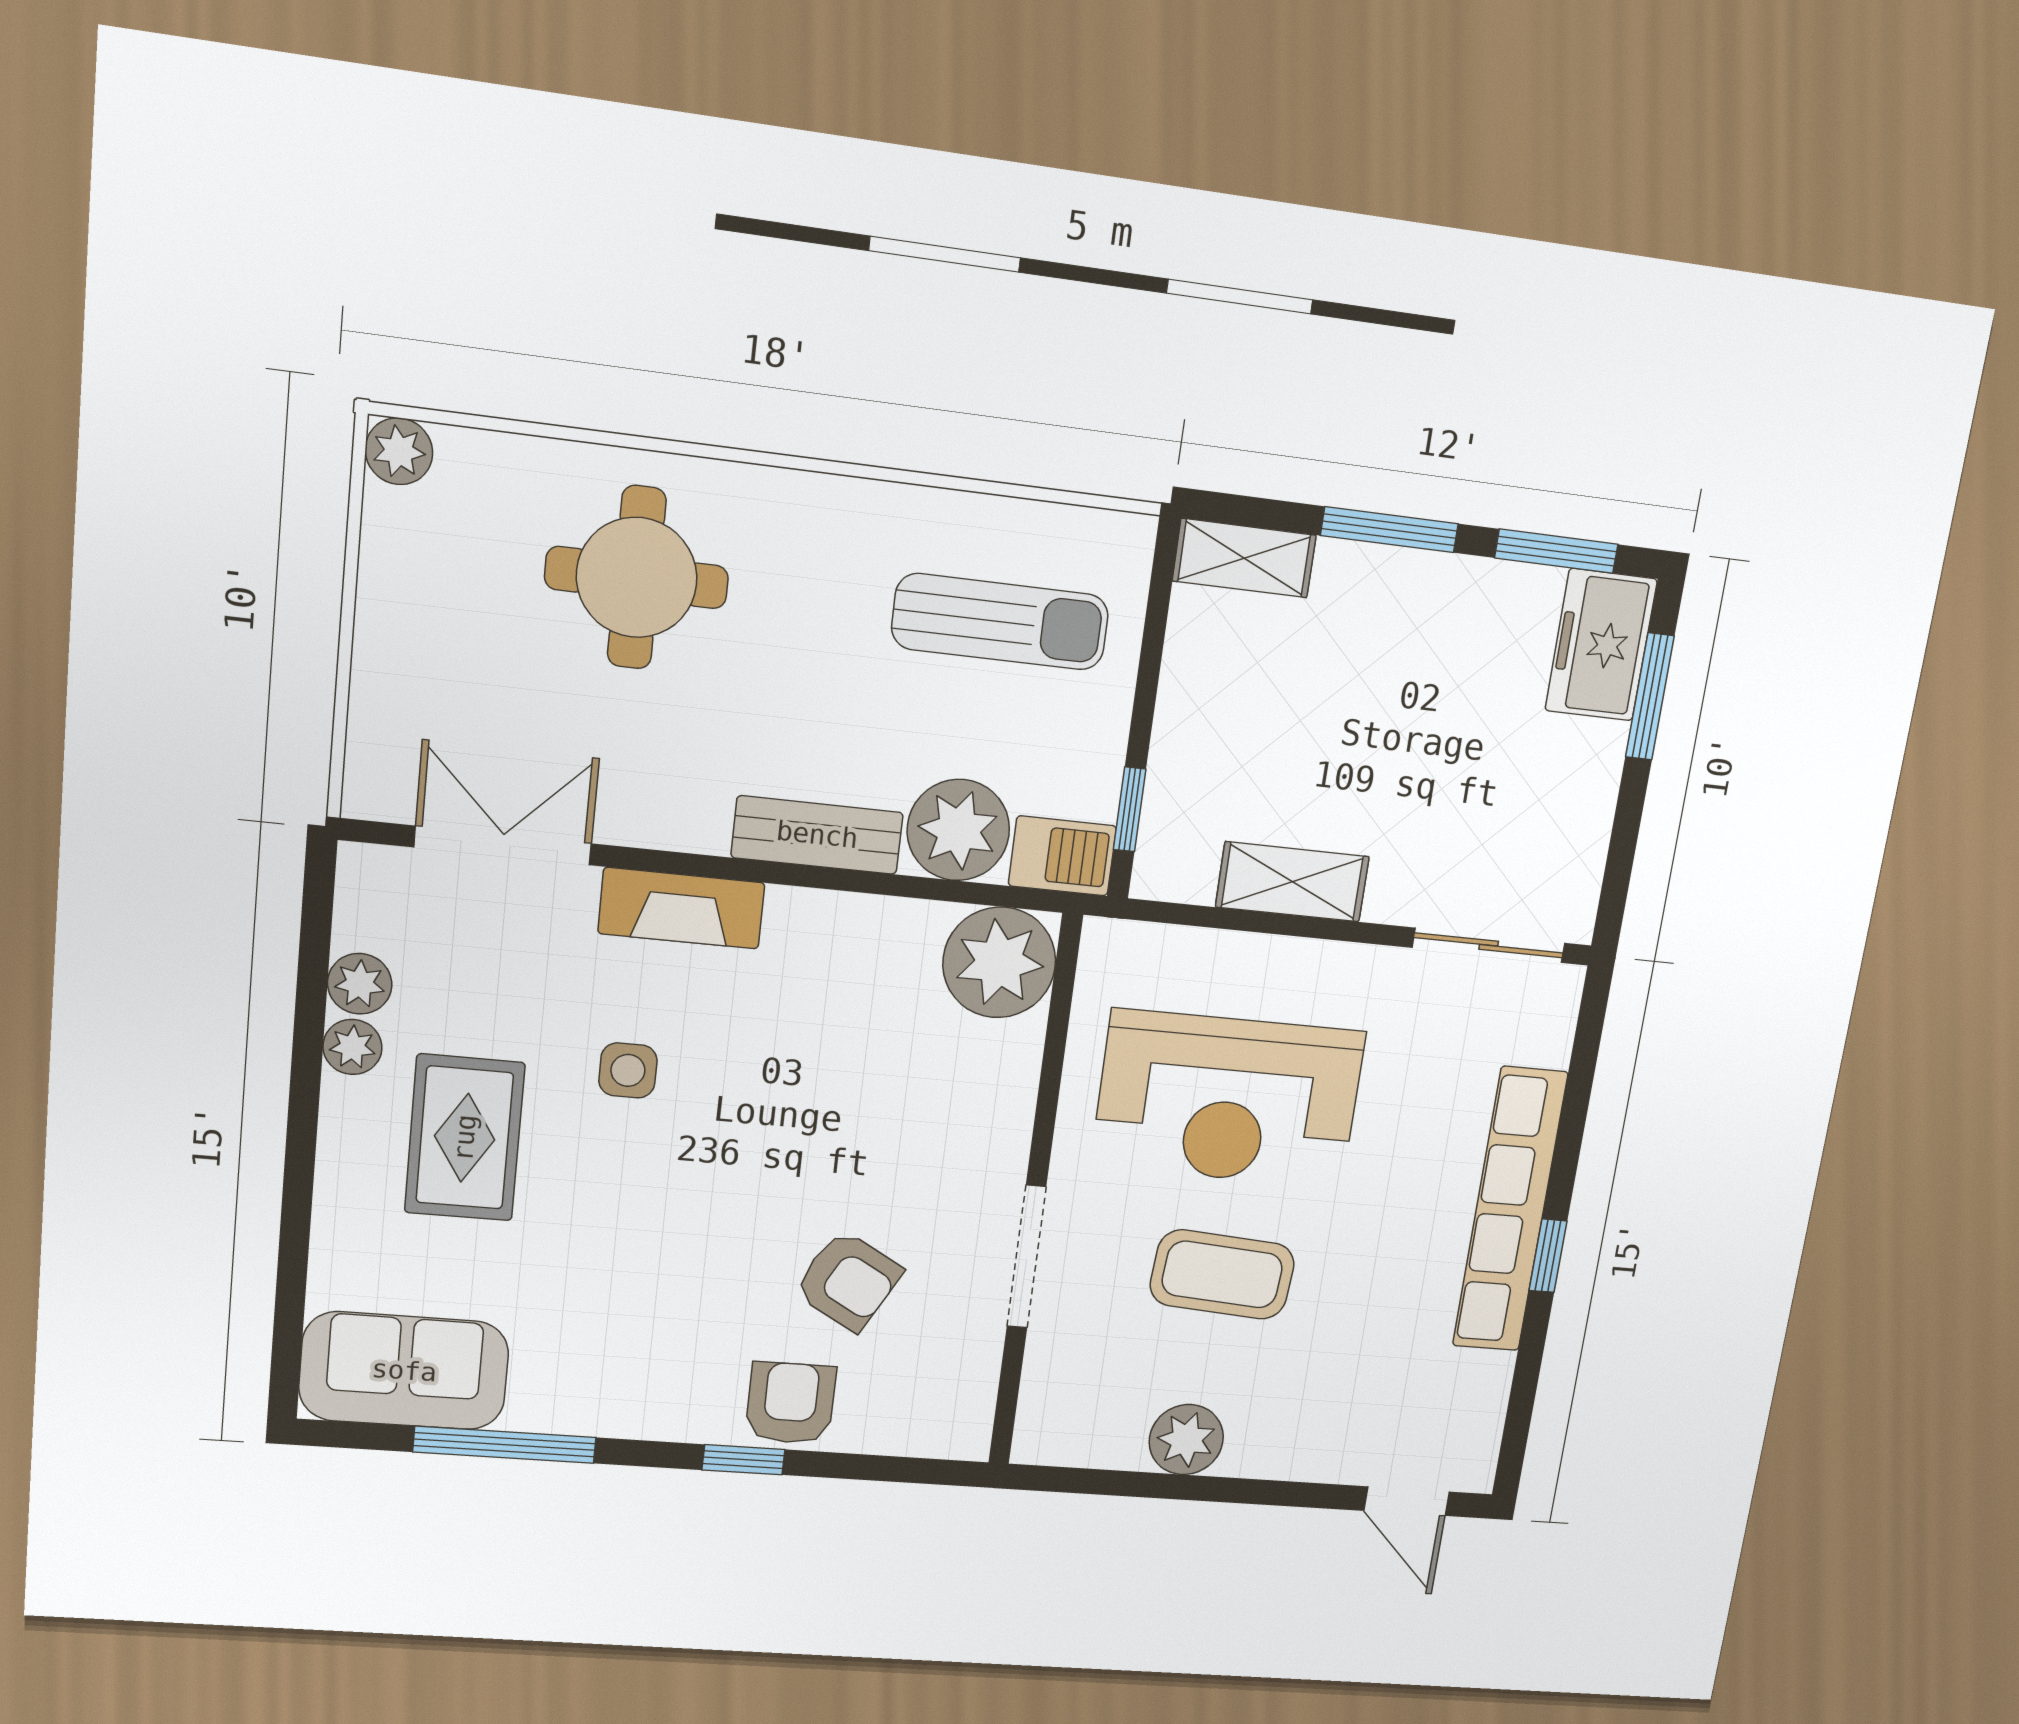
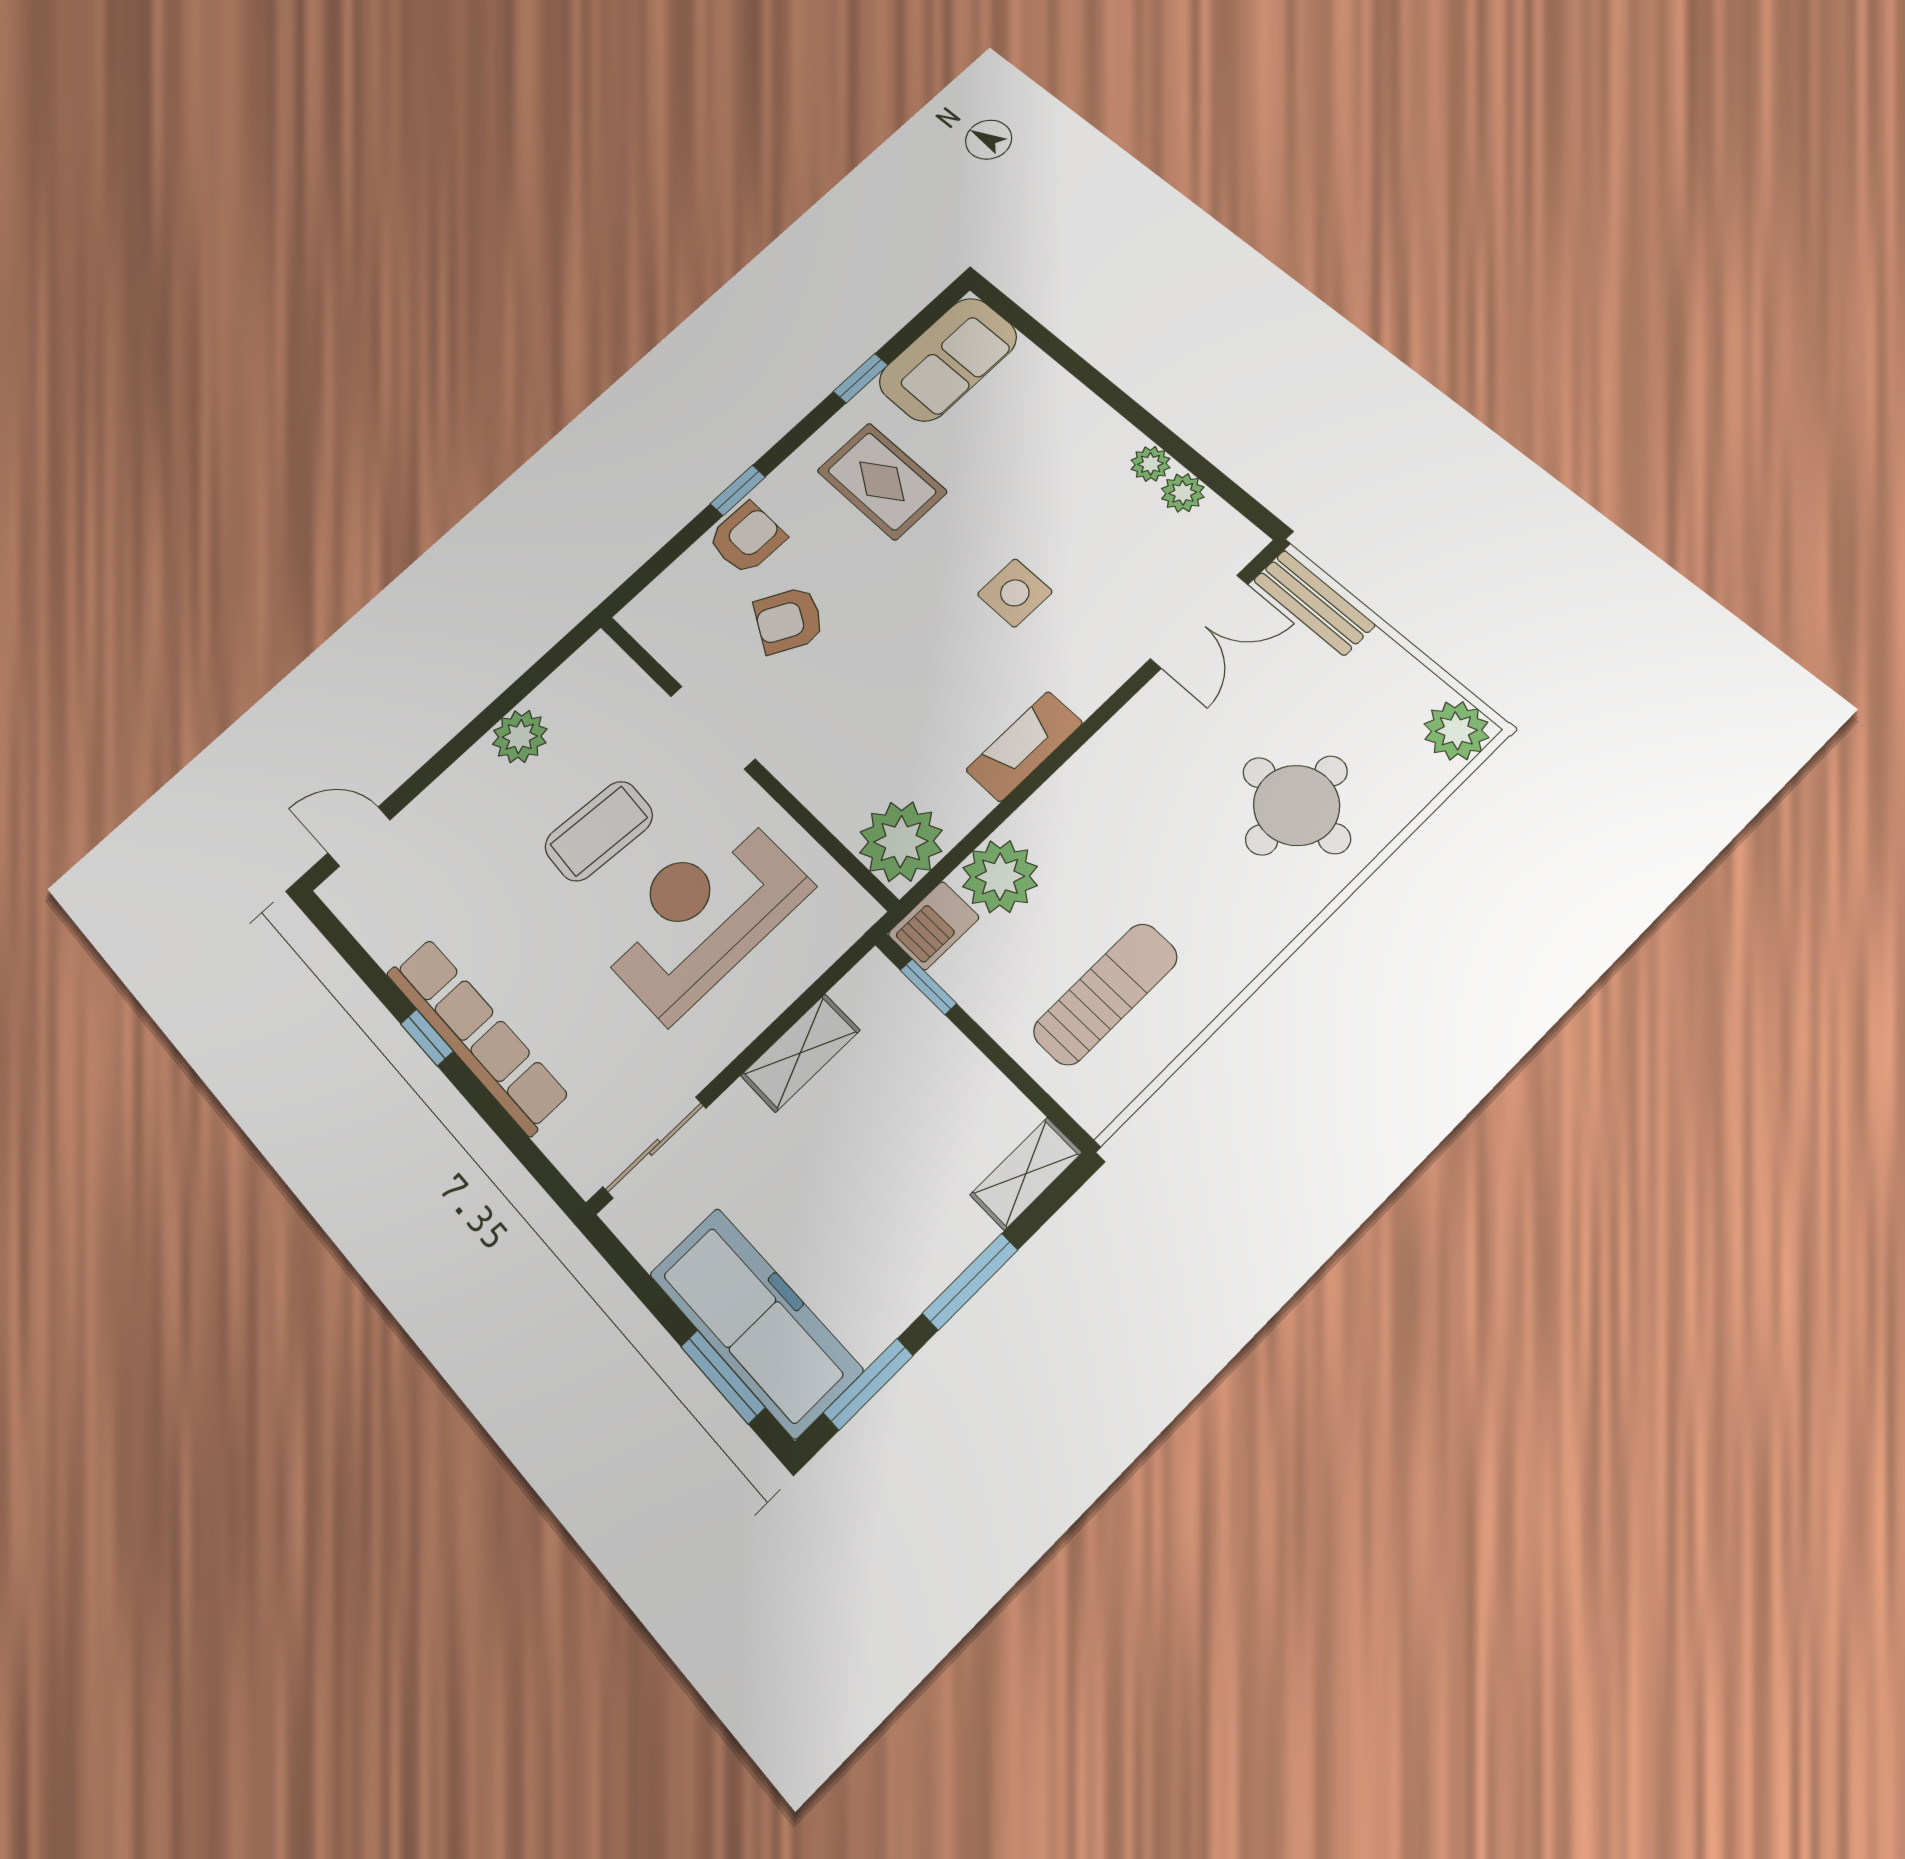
plant: (399, 451) -> (1456, 731), width x1.38, depth x1.38
sun lounger: (1000, 622) -> (1105, 994), turned 180
freezer: (1601, 645) -> (755, 1322), width x1.91, depth x1.26
bench: (817, 835) -> (1314, 603), moved, turned 90
fireplace: (681, 908) -> (1024, 746), moved
side table: (628, 1070) -> (1015, 593), width x1.37, depth x1.37
rug: (465, 1138) -> (882, 481), moved
armchair: (791, 1403) -> (747, 538), turned -89
window: (505, 1445) -> (861, 378), width x0.46

